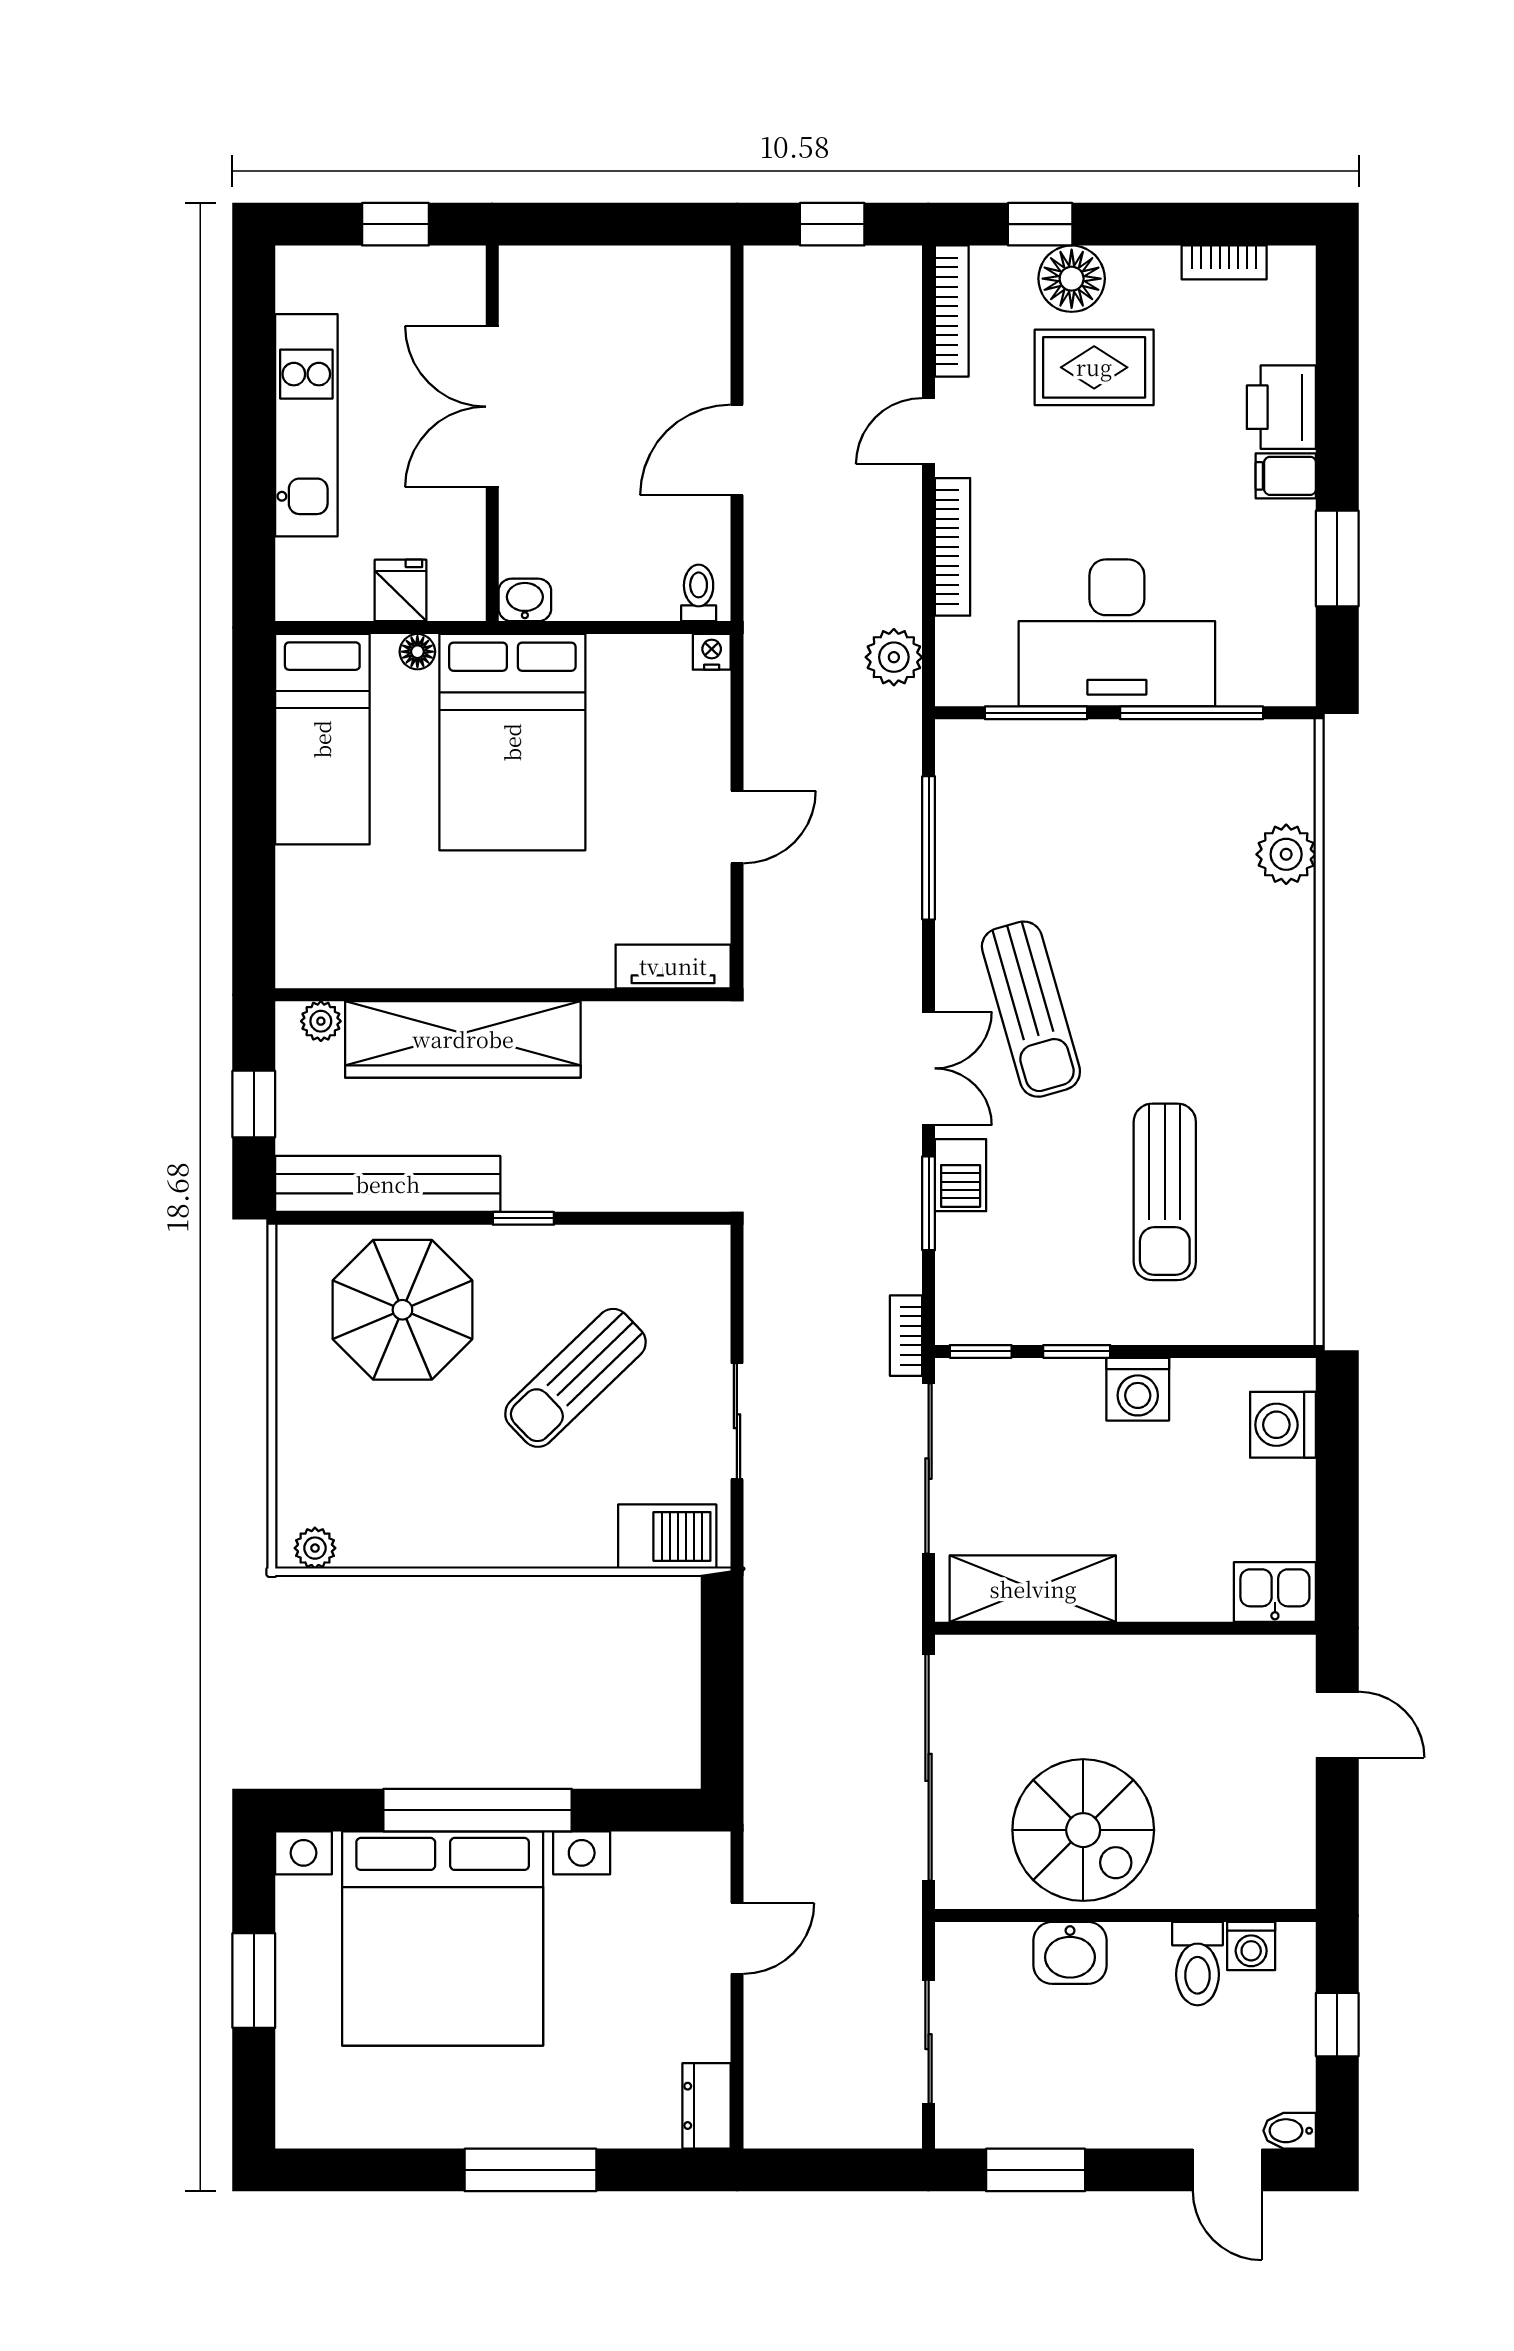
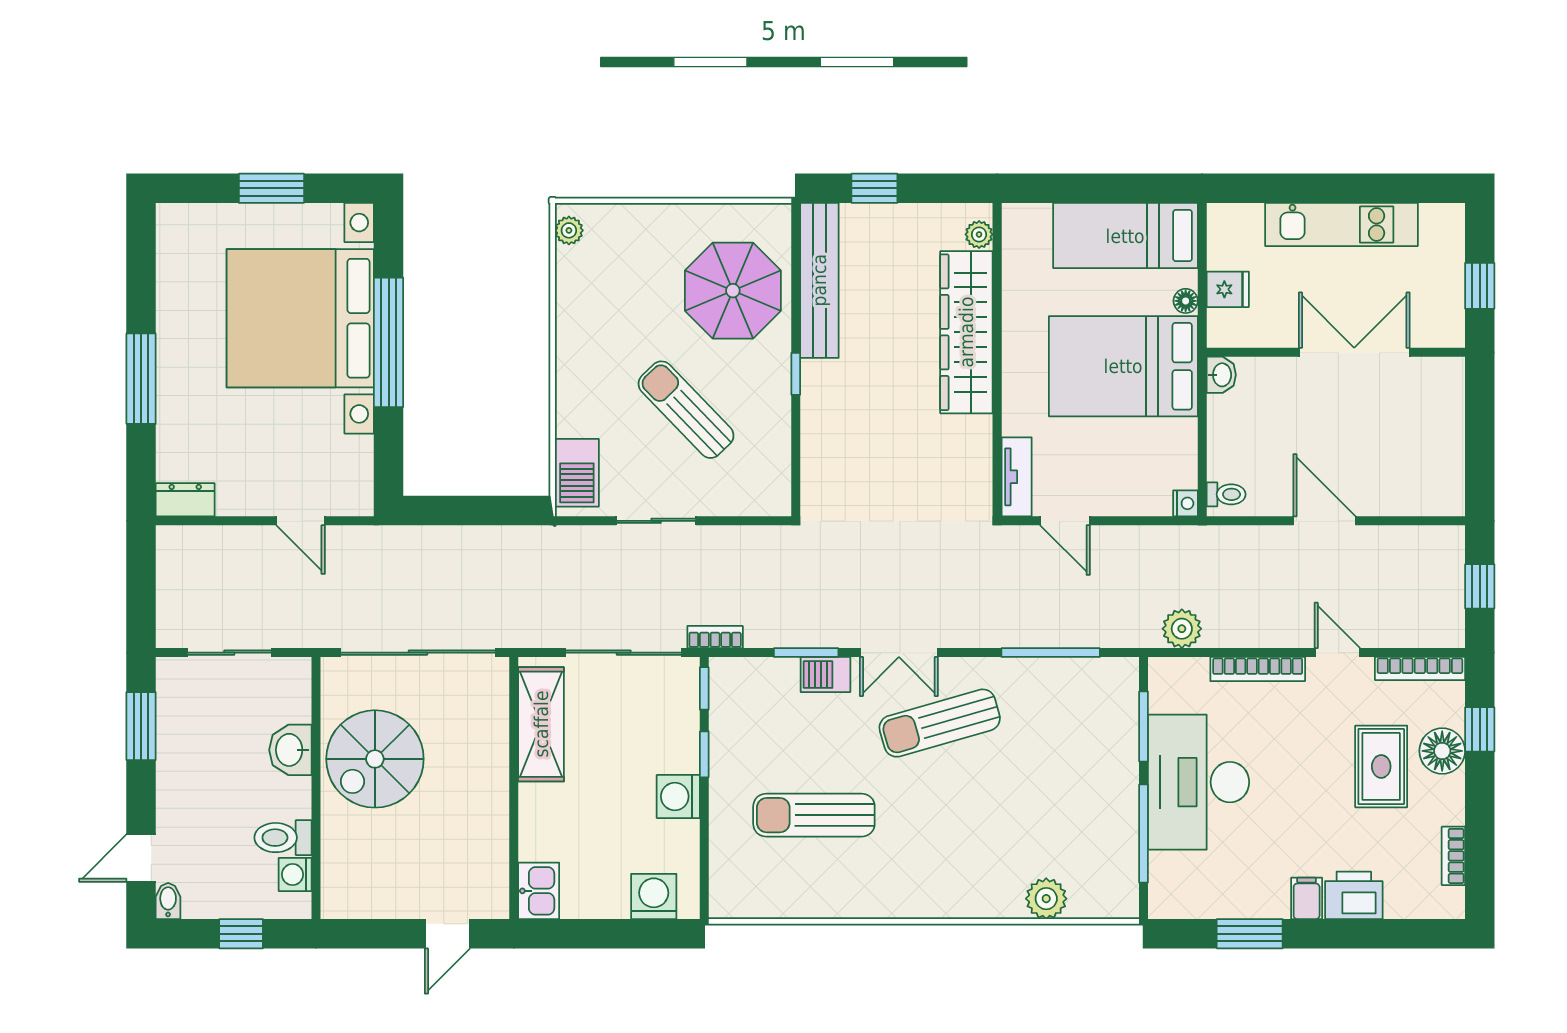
tv unit: (673, 966) -> (1017, 477), moved
wall: (503, 995) -> (997, 360), moved
plant: (321, 1021) -> (979, 234), moved
wardrobe: (463, 1039) -> (966, 332), moved

